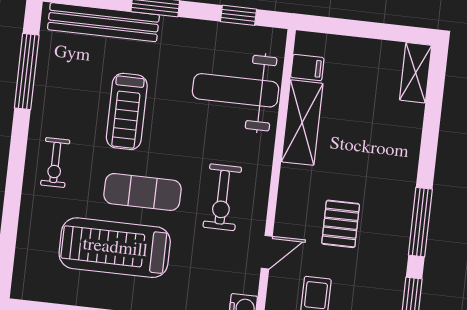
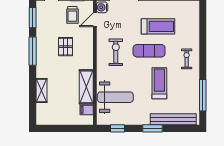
shelving: (416, 73) -> (41, 91), moved
treadmill: (115, 248) -> (158, 26), width x0.73, depth x0.73
door: (267, 252) -> (95, 20), moved

